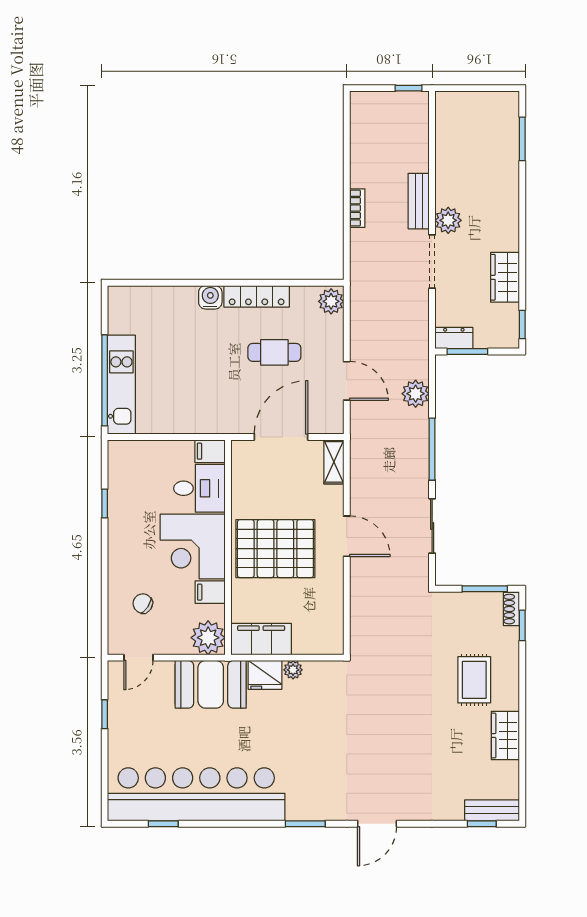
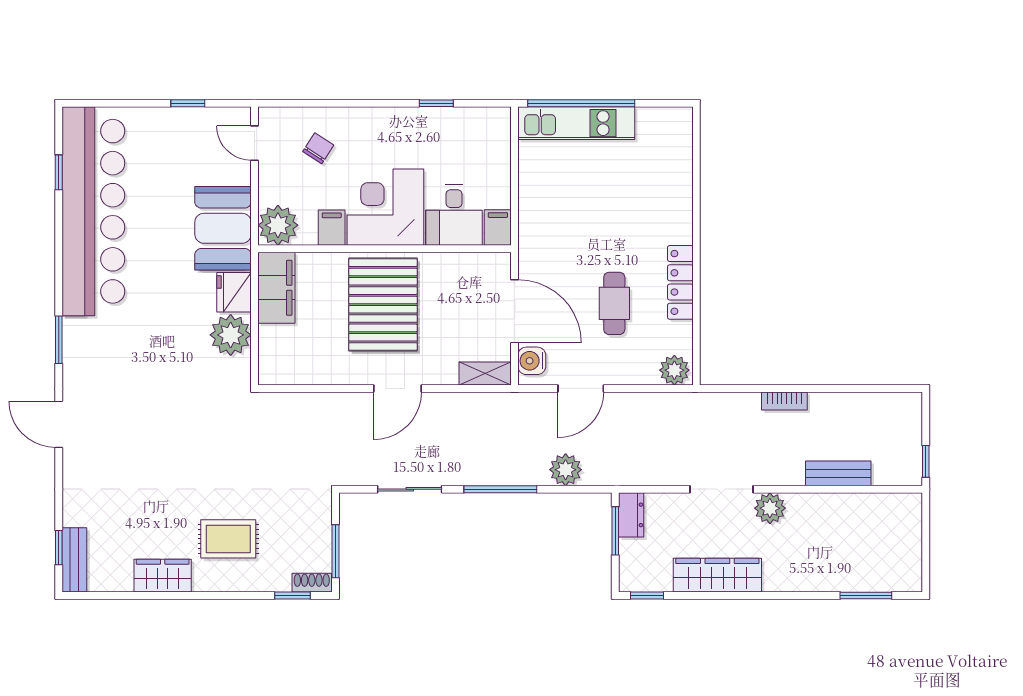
bench: (419, 201) -> (838, 473), moved
wardrobe: (505, 277) -> (717, 575), width x1.50
water cooler: (210, 297) -> (532, 361), moved, turned 180
plant: (293, 670) -> (231, 335), width x1.87, depth x1.87

